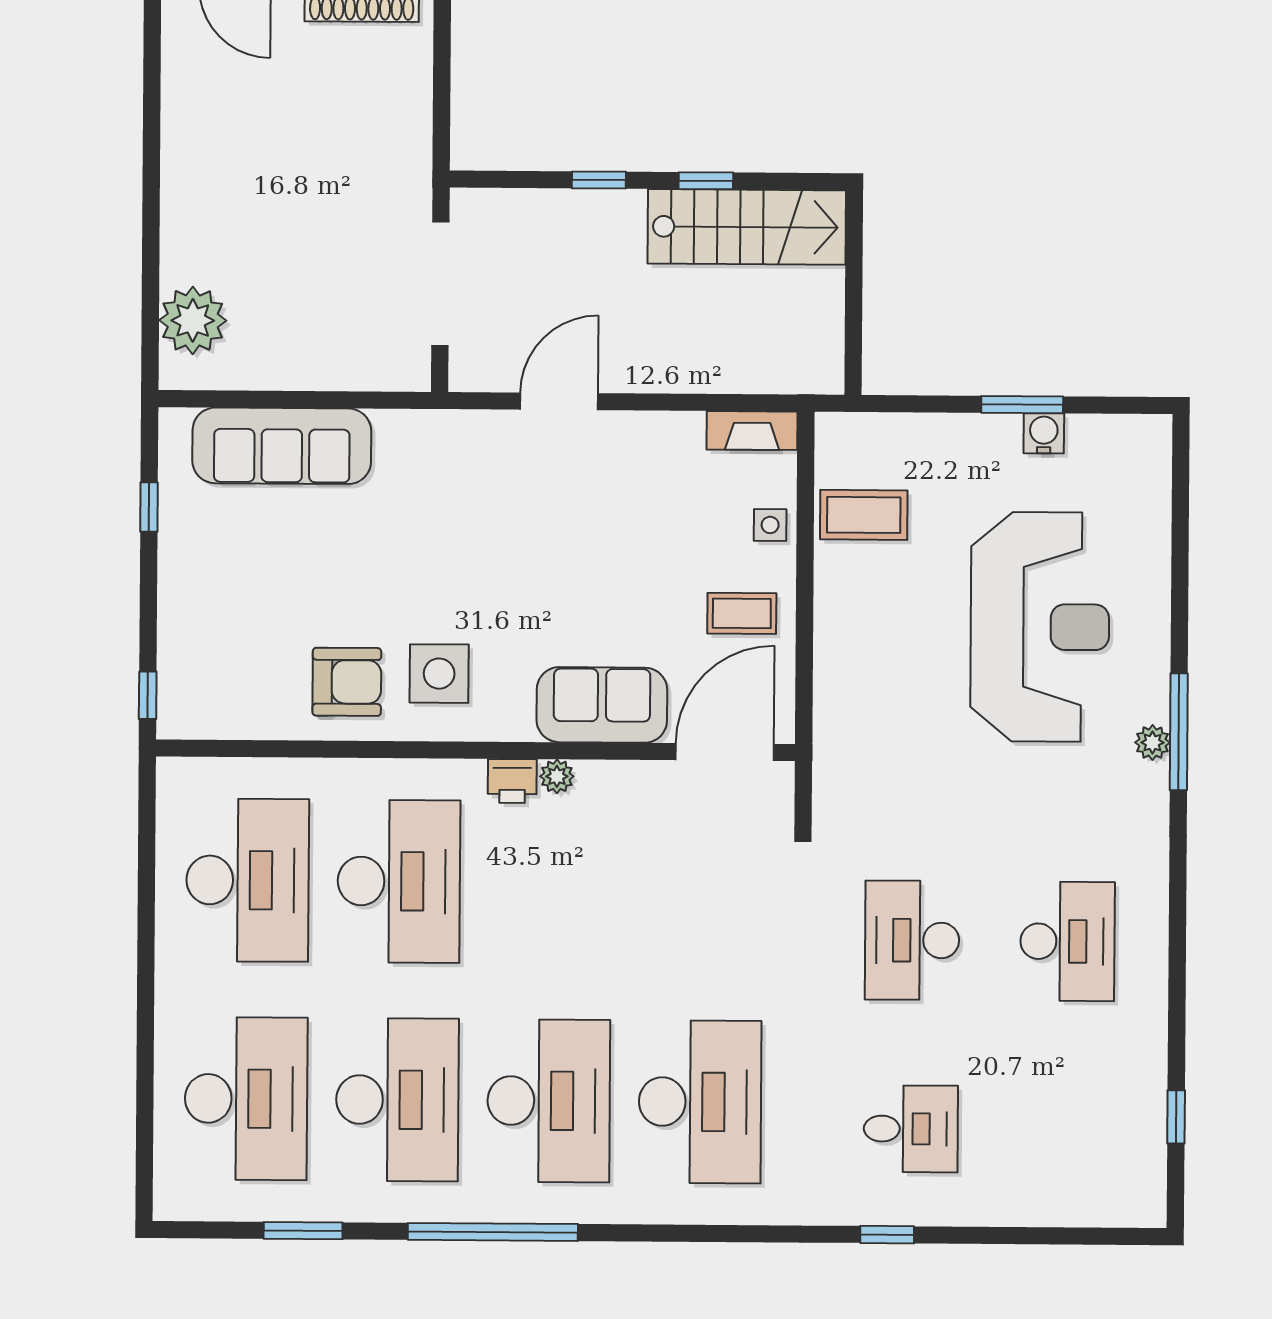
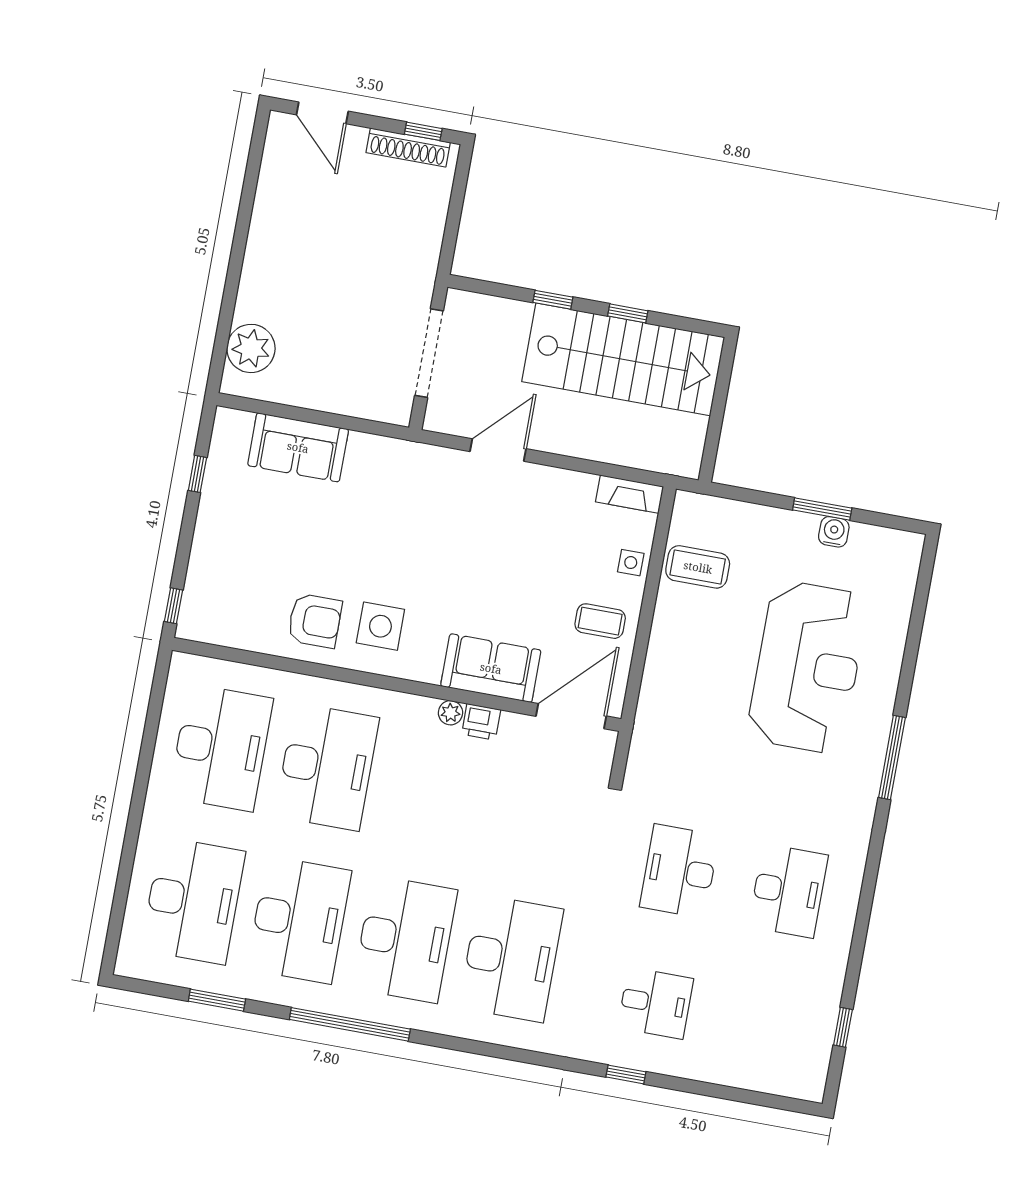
stairs: (747, 227) -> (623, 359), width x1.36, depth x1.51
sofa: (282, 446) -> (298, 447), width x0.73
plant: (1152, 743) -> (872, 762), removed
printer: (512, 781) -> (481, 722), moved

